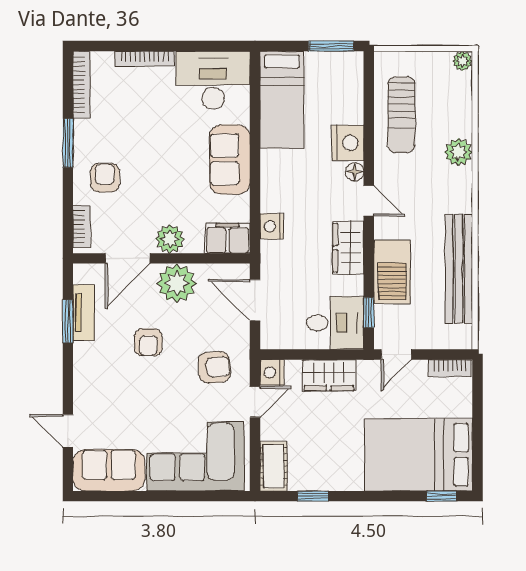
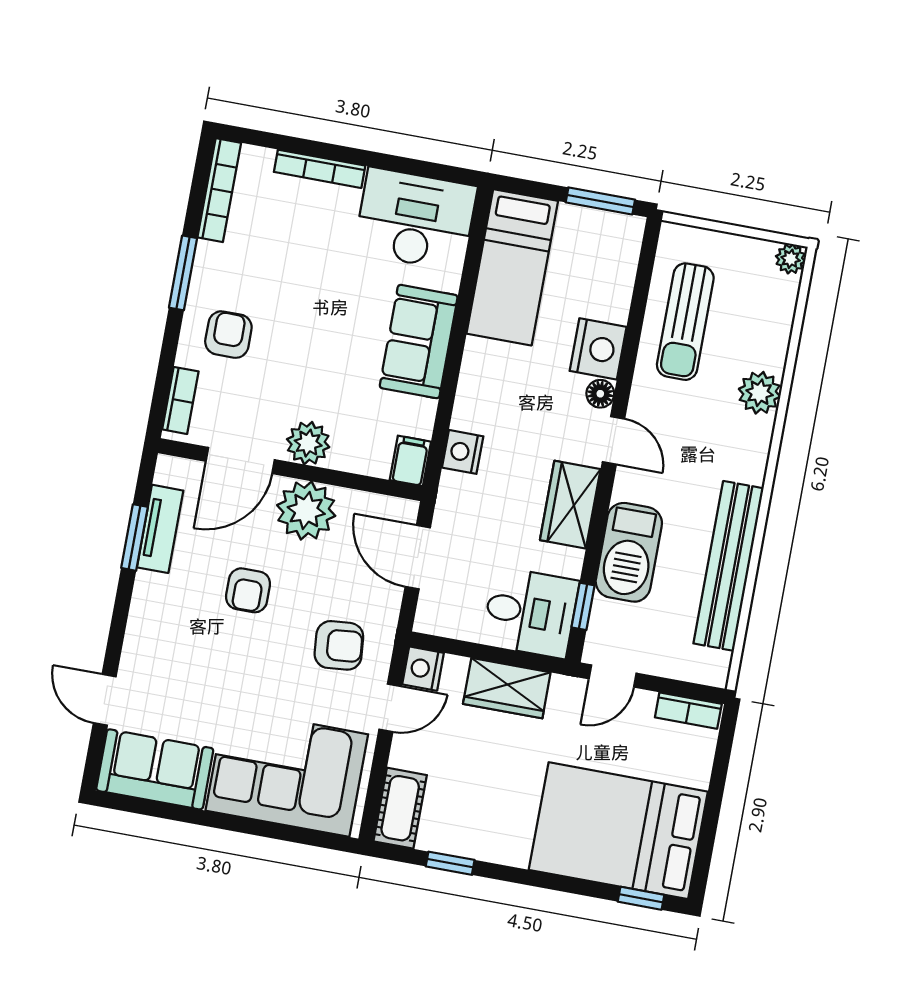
filing cabinet: (227, 238) -> (410, 461), width x0.50

